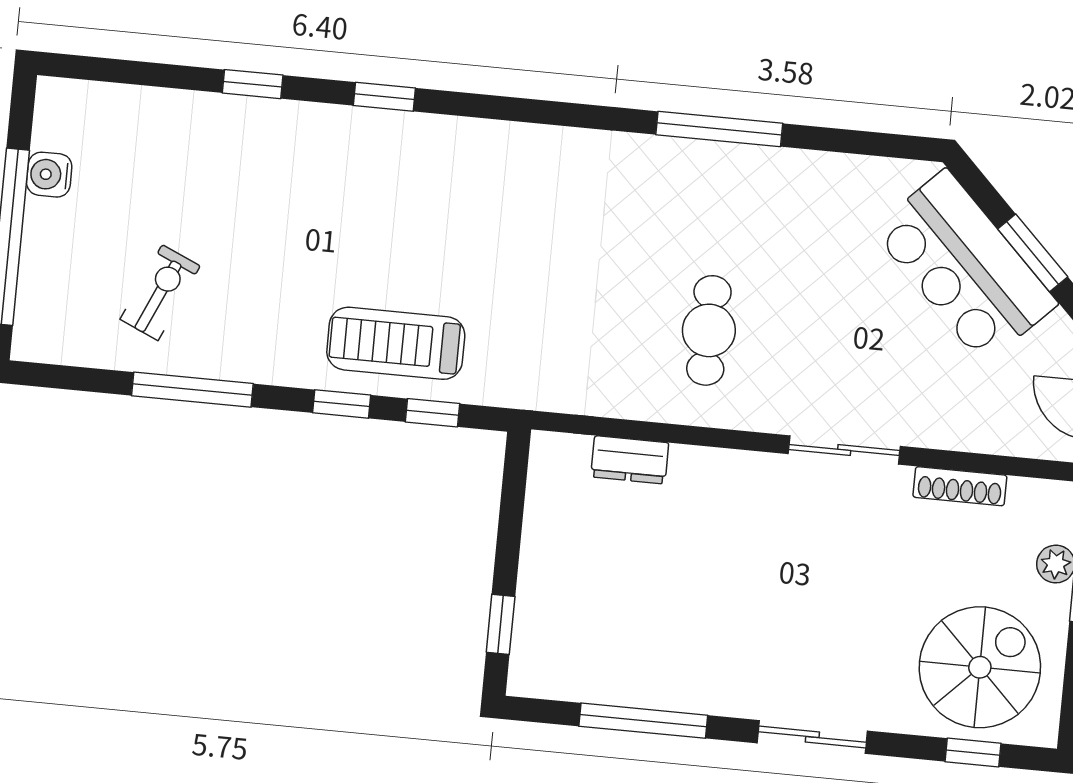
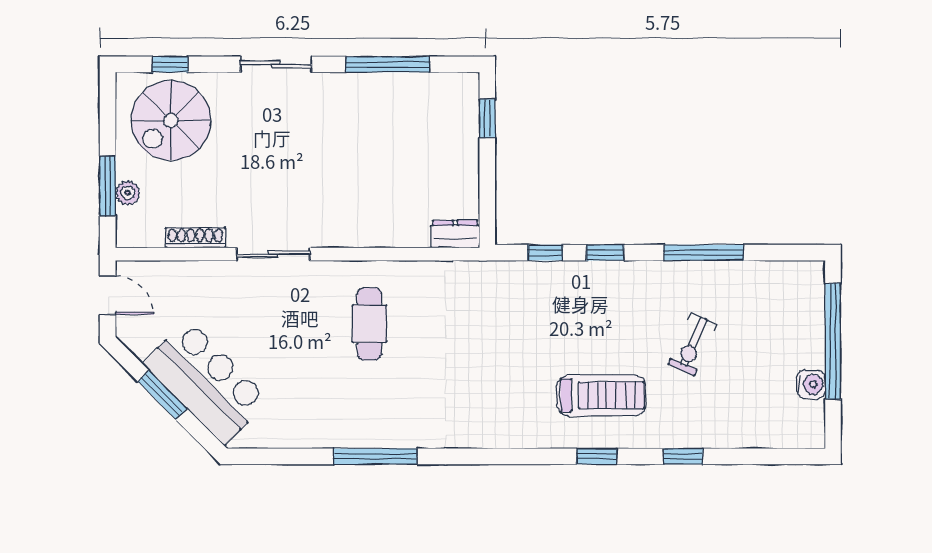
exercise bike: (160, 293) -> (693, 344), moved
treadmill: (396, 343) -> (602, 395), moved
dresser: (630, 460) -> (455, 234), moved

